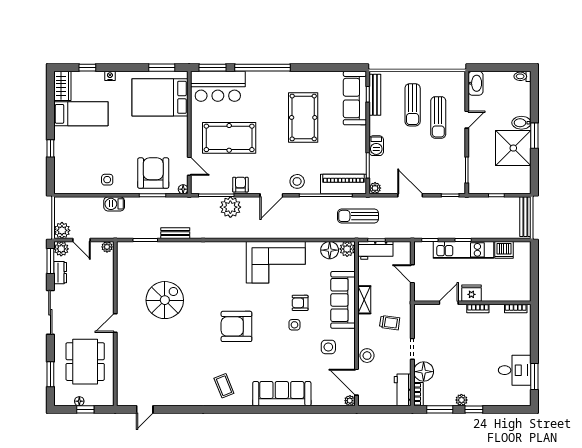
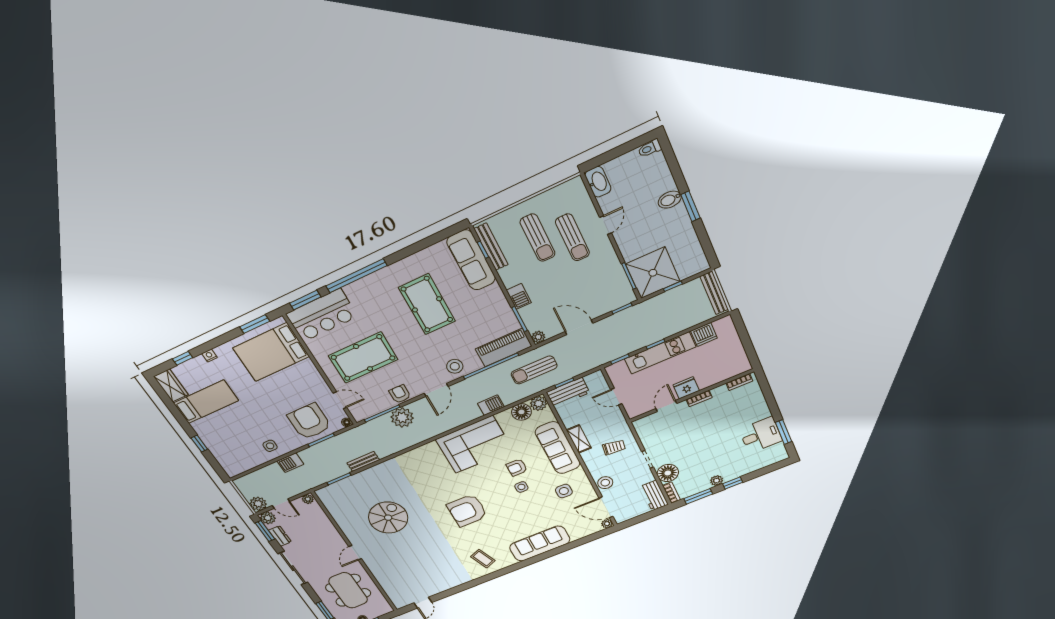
shower: (513, 148) -> (653, 273), moved
barbecue: (308, 231) -> (491, 405), added

